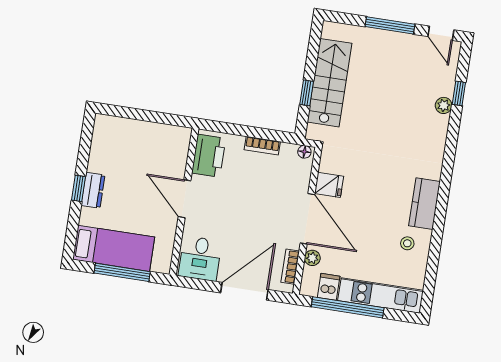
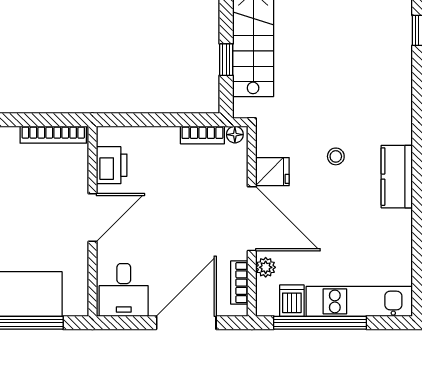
plant: (444, 105) -> (402, 49), removed
bookcase: (164, 130) -> (53, 135), added
bookcase: (262, 146) -> (202, 135), moved
printer: (209, 156) -> (112, 165), width x0.73, depth x0.84
door: (185, 199) -> (92, 217), swing flipped
stool: (407, 243) -> (336, 156), moved

